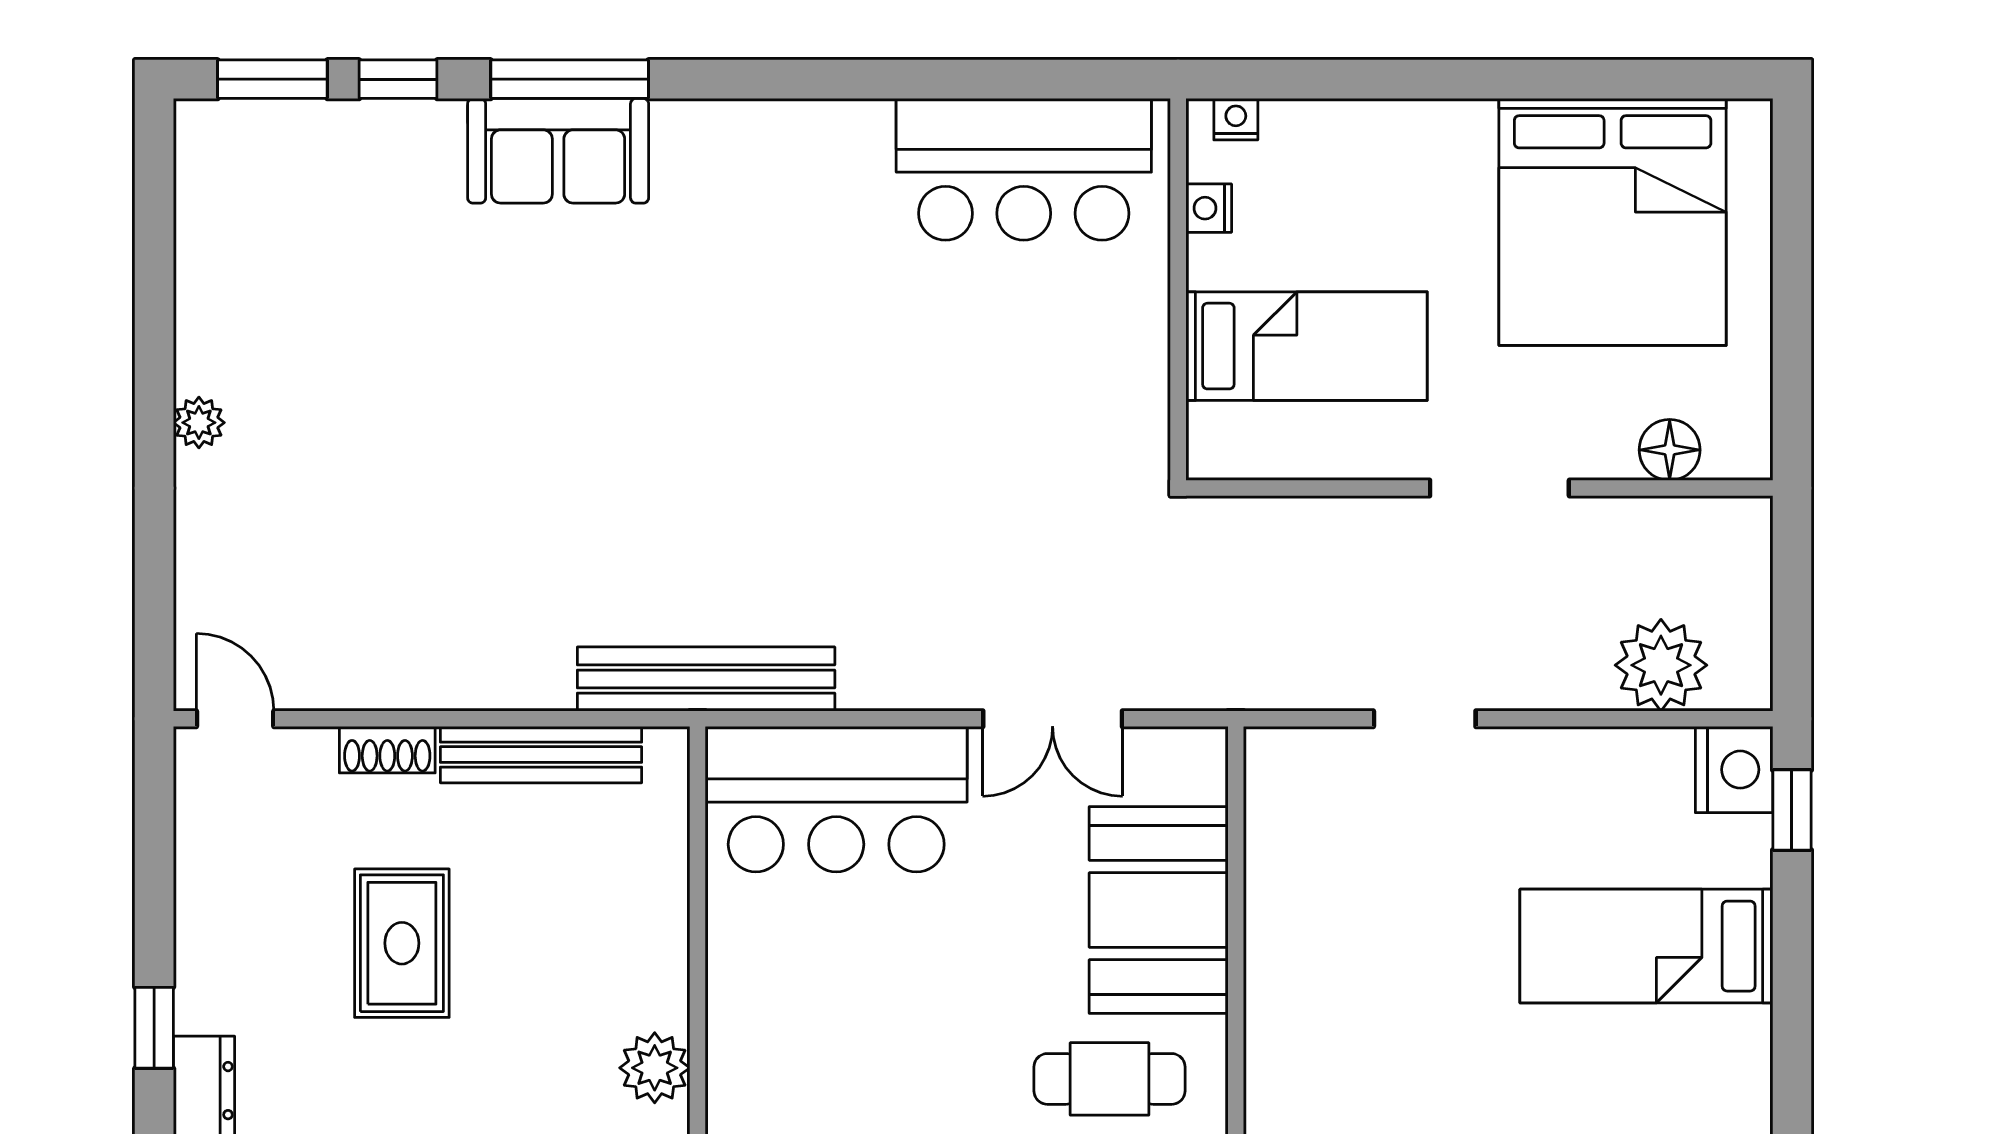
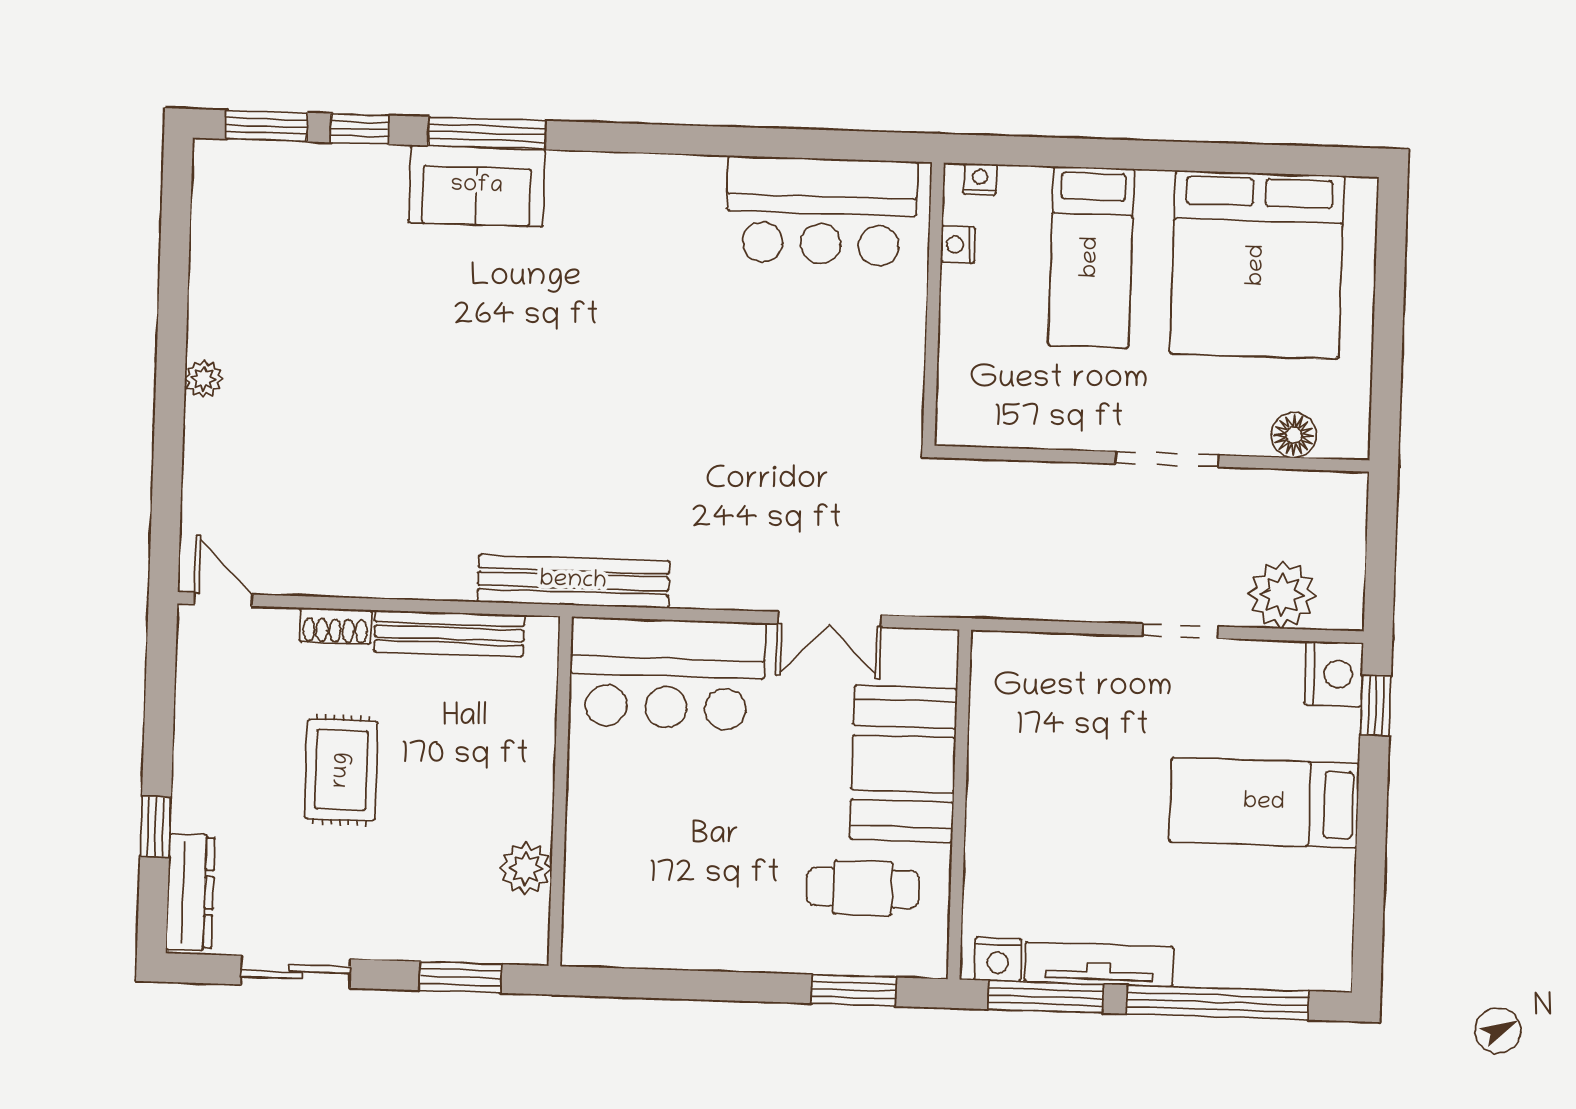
bed: (1306, 346) -> (1091, 257), moved, turned 90
doorway: (1425, 719) -> (1181, 631), moved

